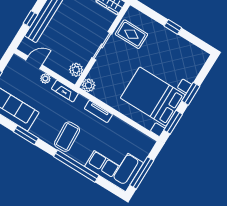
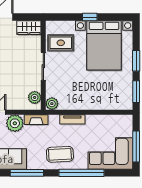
plant: (45, 78) -> (15, 123), width x1.88, depth x1.88
bed with nightstands: (153, 97) -> (104, 45), moved, turned -90
window: (26, 135) -> (27, 173), width x1.44
coffee table: (67, 137) -> (60, 154), turned 90

